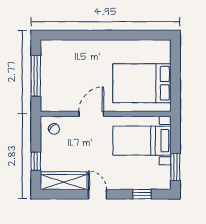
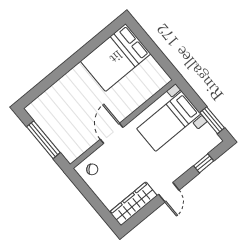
bed: (142, 83) -> (116, 57), moved
window: (36, 161) -> (99, 207), removed
door: (98, 194) -> (169, 192), swing flipped

